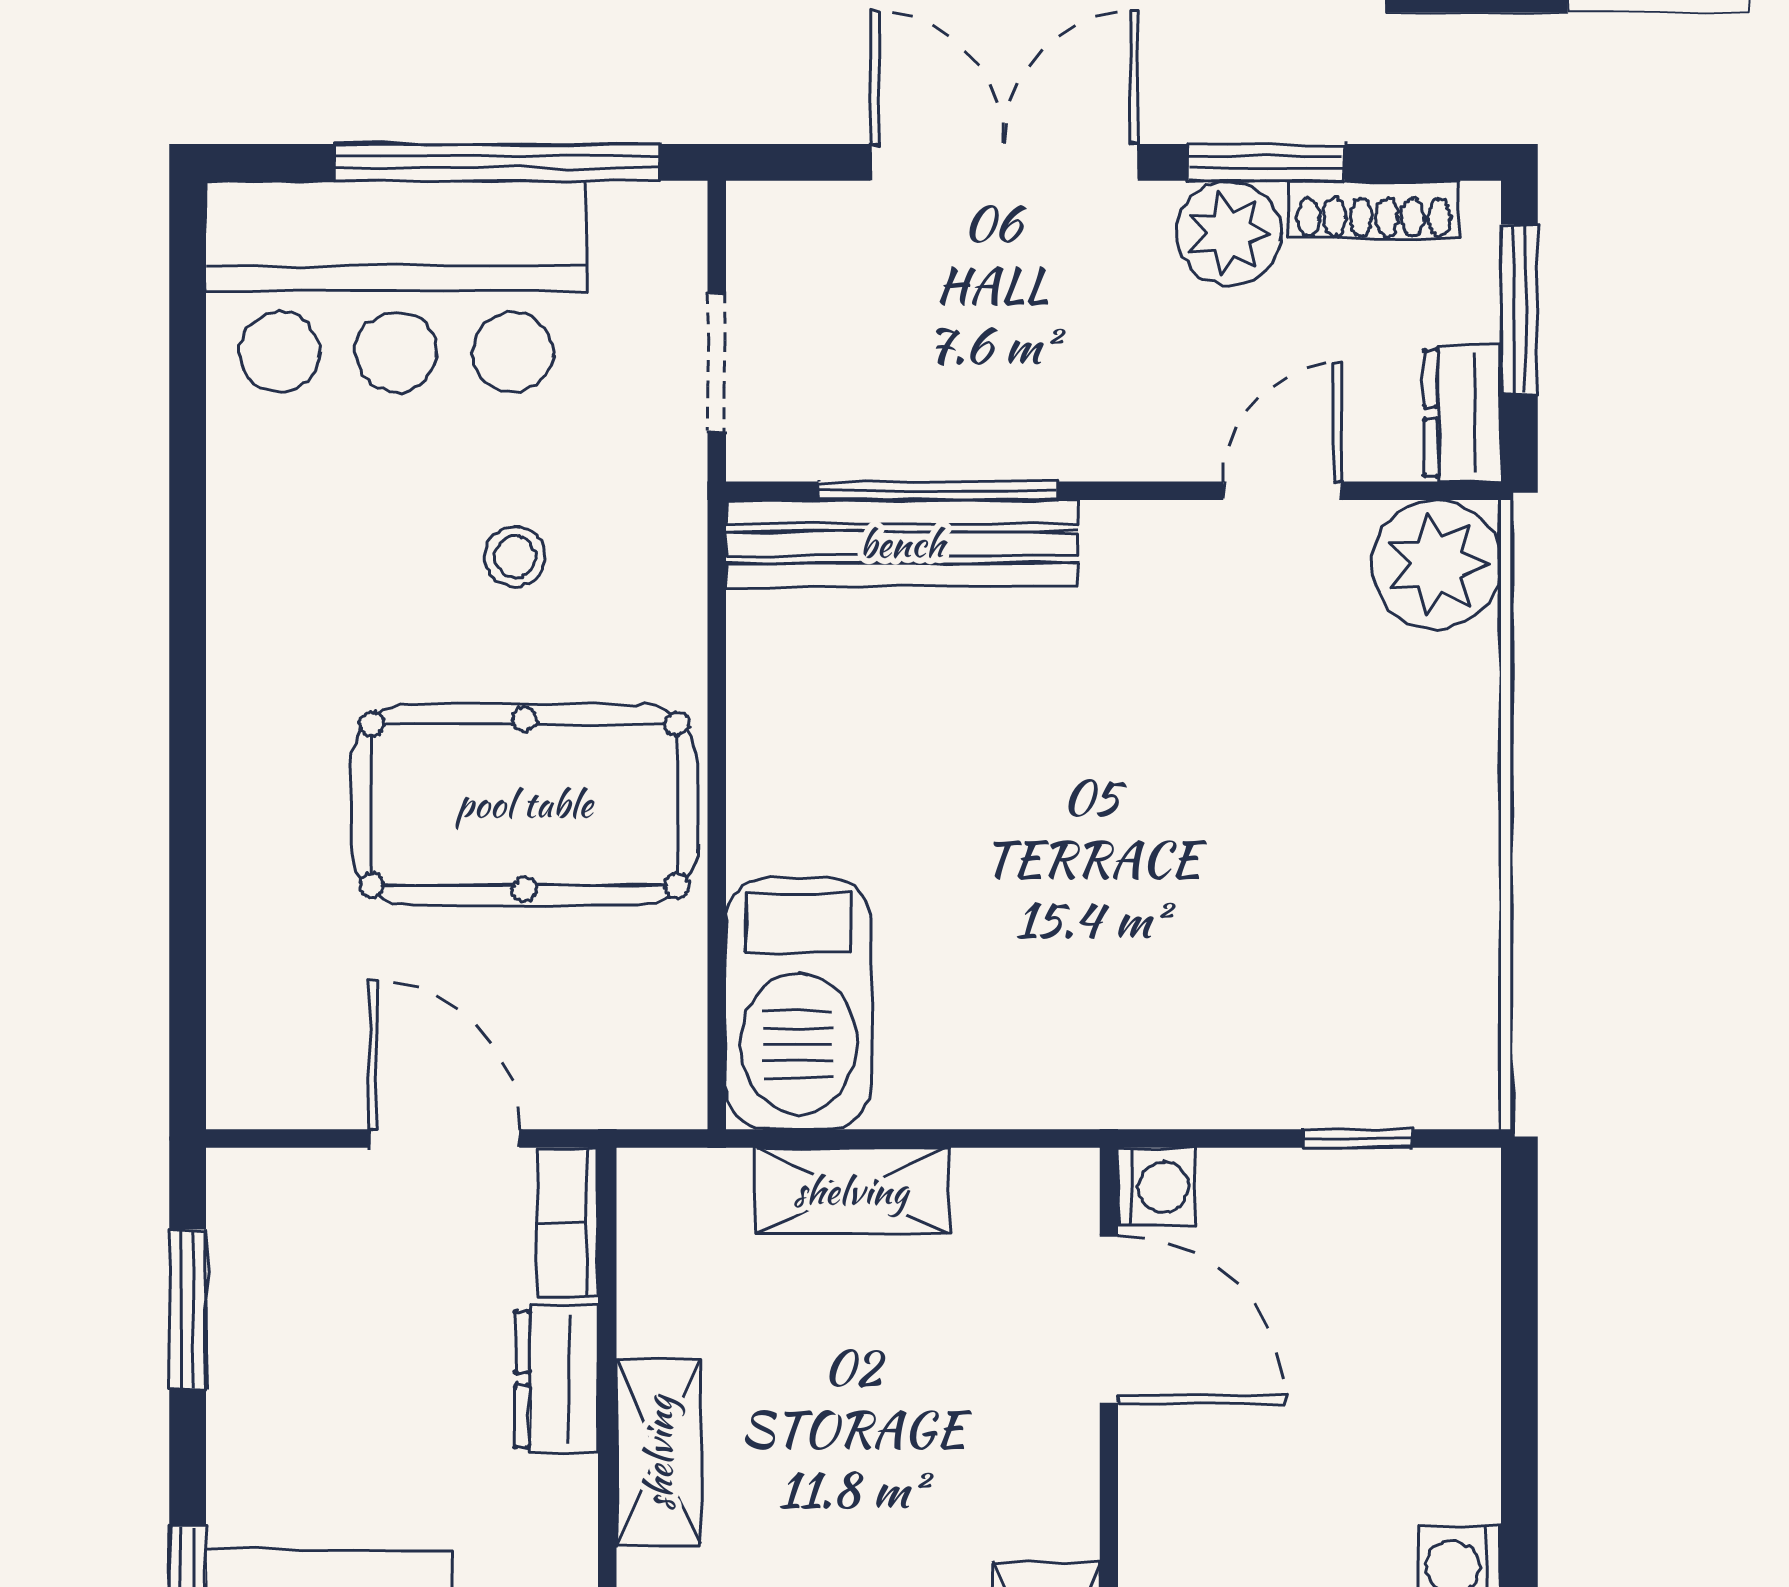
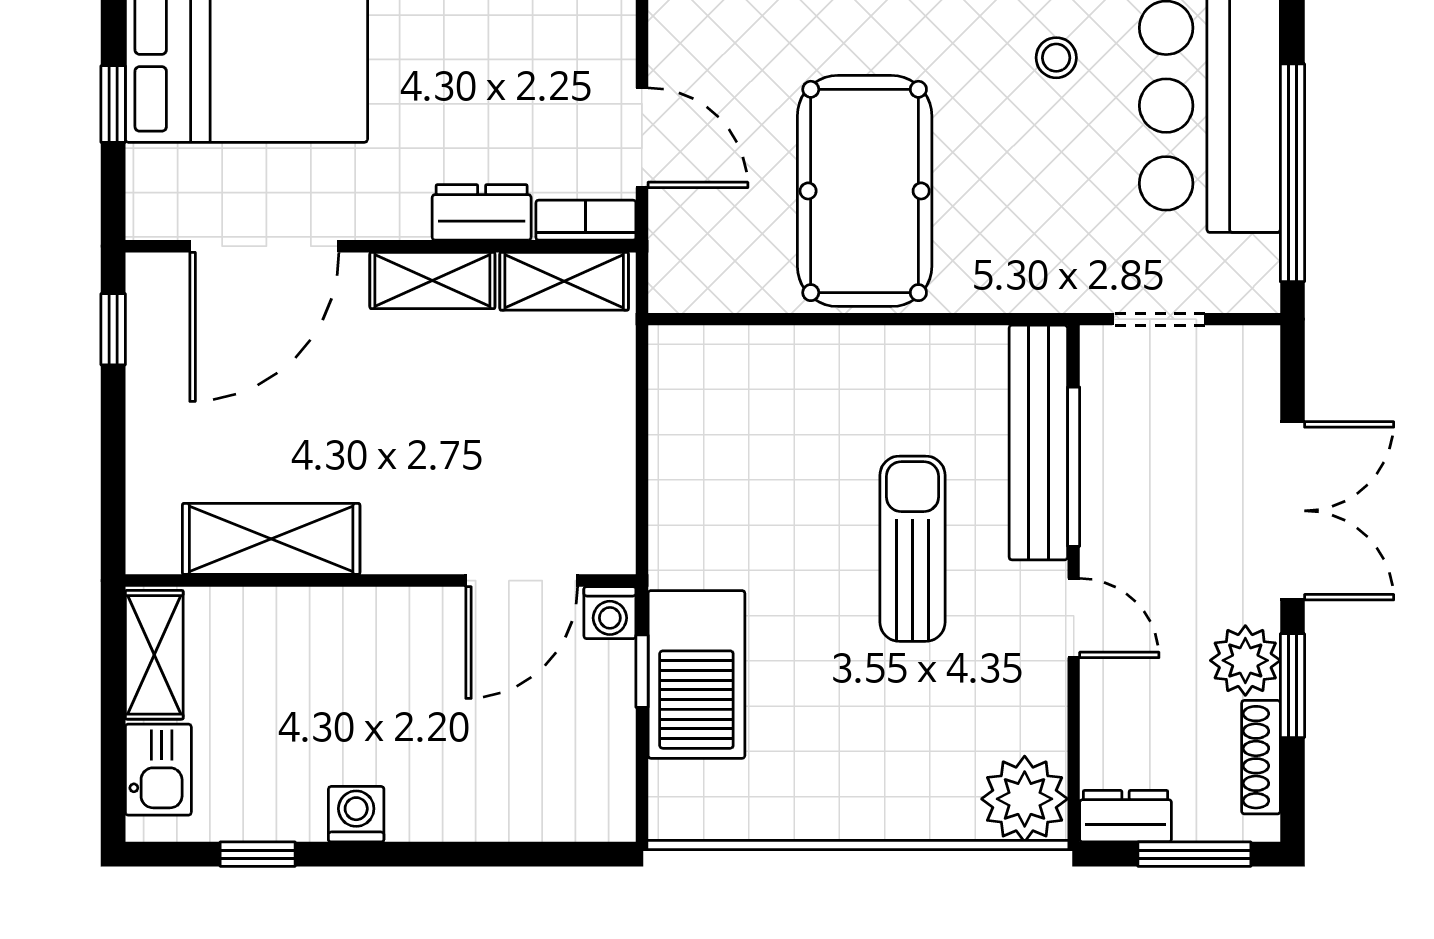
door: (1283, 491) -> (1074, 618), moved
stool: (515, 557) -> (1056, 58), moved
sun lounger: (1061, 733) -> (912, 549), added
barbecue: (798, 1004) -> (696, 674), moved, turned -90
door: (444, 1138) -> (642, 138), hinge flipped
window: (1358, 1138) -> (642, 671), moved
shelving: (851, 1191) -> (564, 281), moved, turned 90

